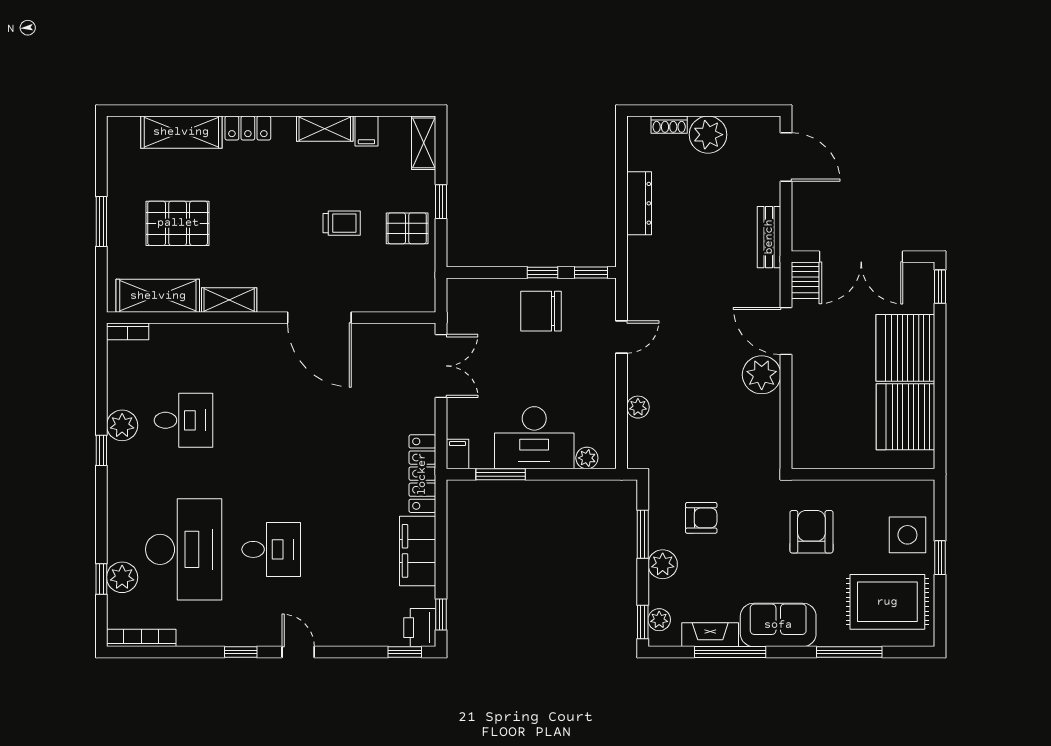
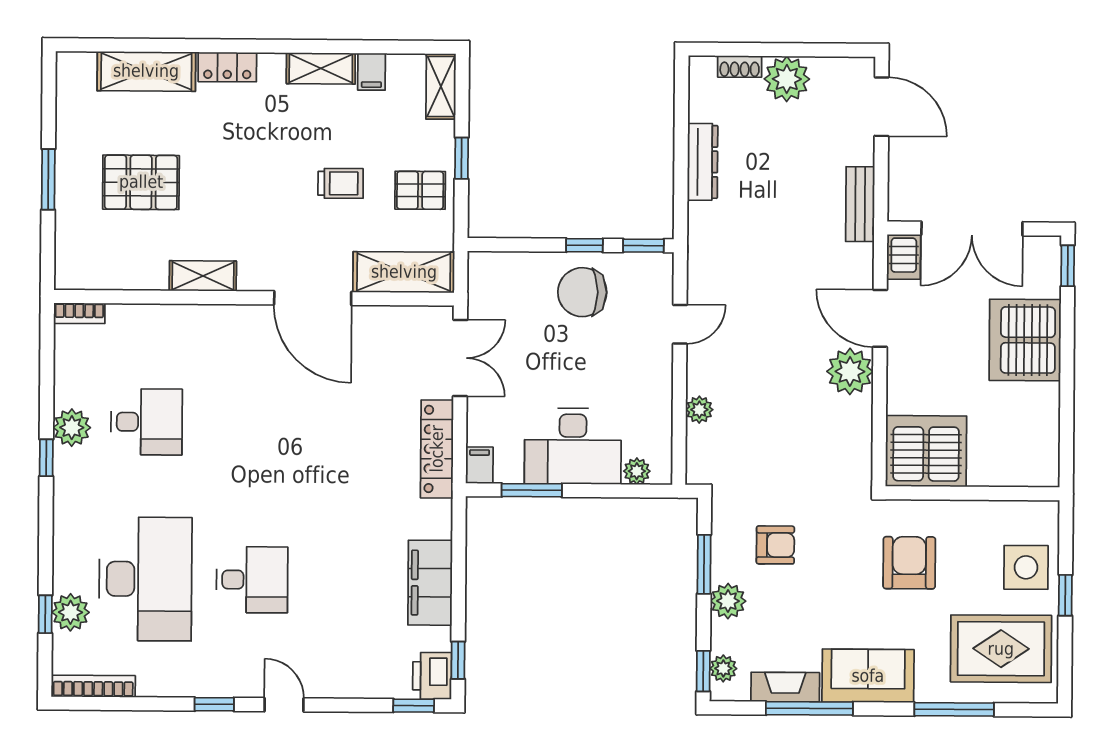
shelving: (158, 296) -> (404, 272), moved
server rack: (906, 417) -> (926, 451), moved, turned 90
locker: (422, 474) -> (437, 449), moved

